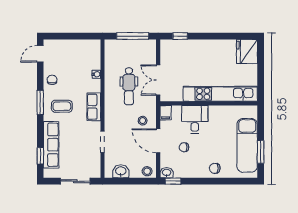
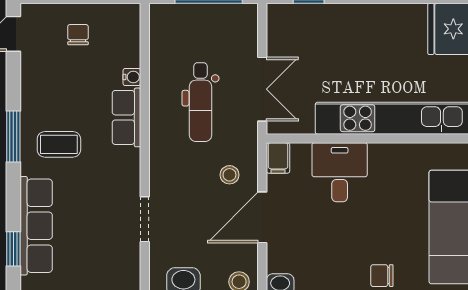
chair: (52, 80) -> (78, 35), moved
double door: (158, 80) -> (262, 89), swing flipped
row of seats: (94, 107) -> (126, 117), moved
door: (158, 141) -> (262, 217), hinge flipped
chair: (184, 147) -> (317, 231), removed

